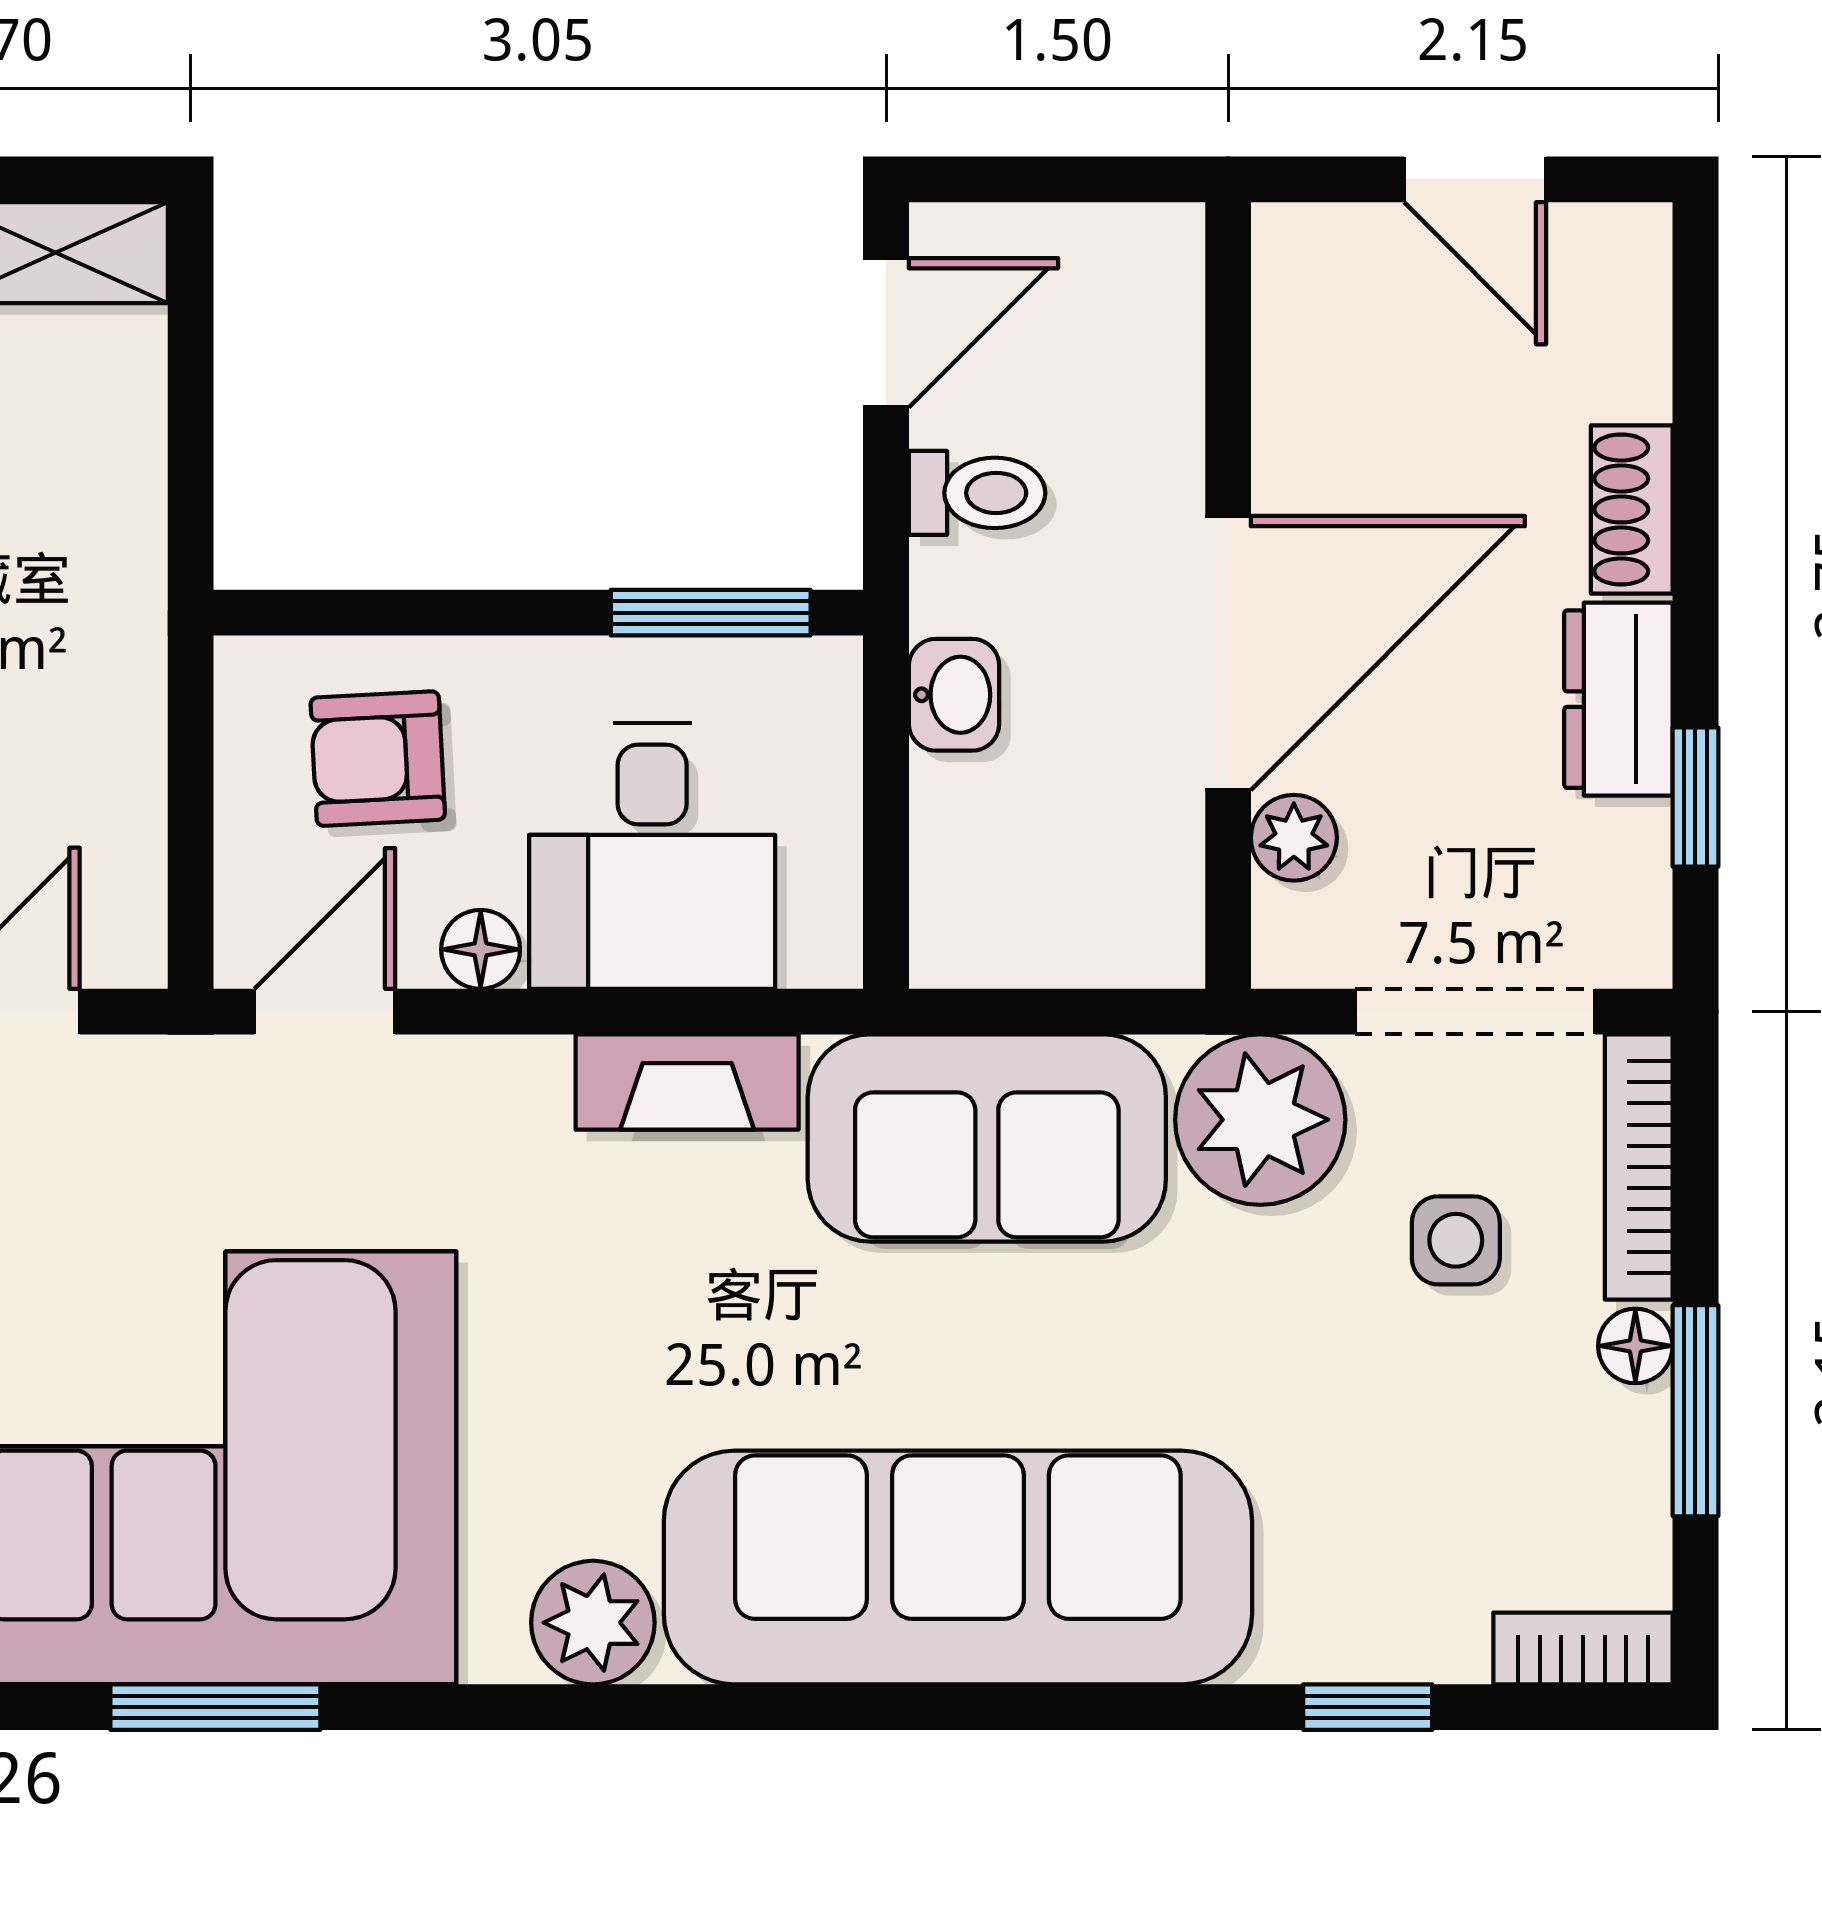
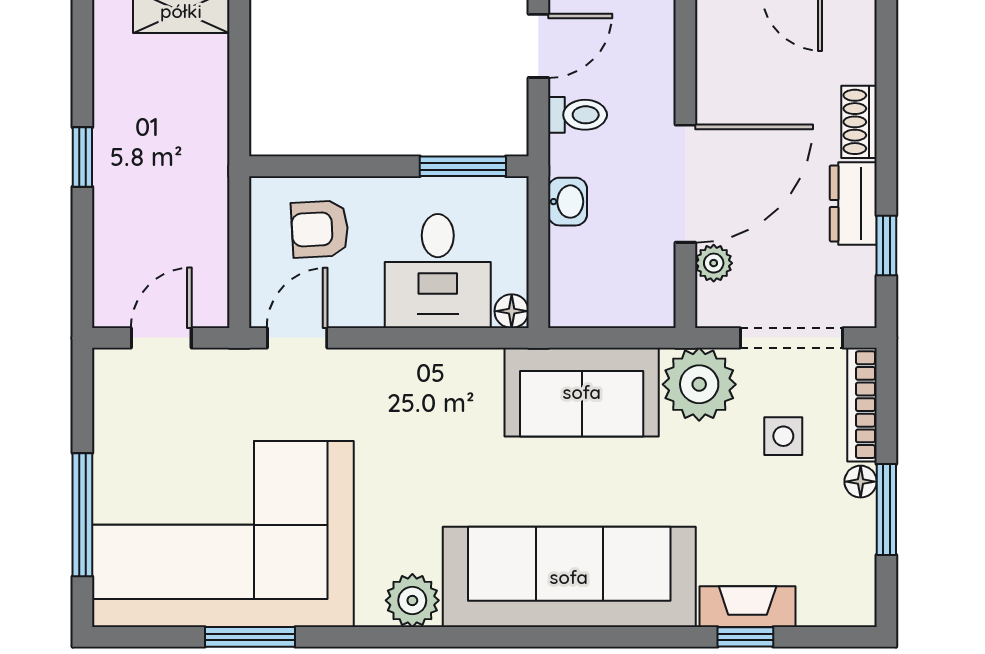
floor lamp: (481, 949) -> (512, 311), moved
fireplace: (687, 1082) -> (748, 607), moved, turned 180
bookcase: (1583, 1648) -> (838, 612), removed

